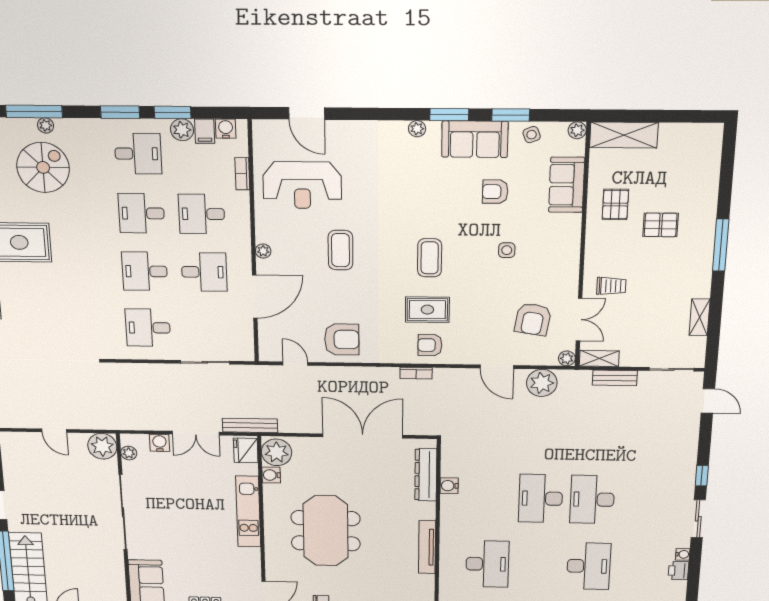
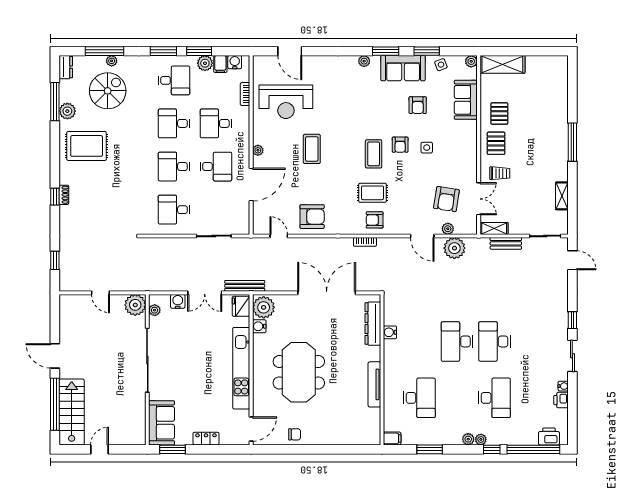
armchair: (495, 192) -> (418, 105), turned -90
pallet: (661, 225) -> (496, 143), moved, turned 90
armchair: (468, 246) -> (400, 145), added
plant: (567, 358) -> (448, 229), moved
kitchen unit: (248, 512) -> (241, 368), width x1.36

